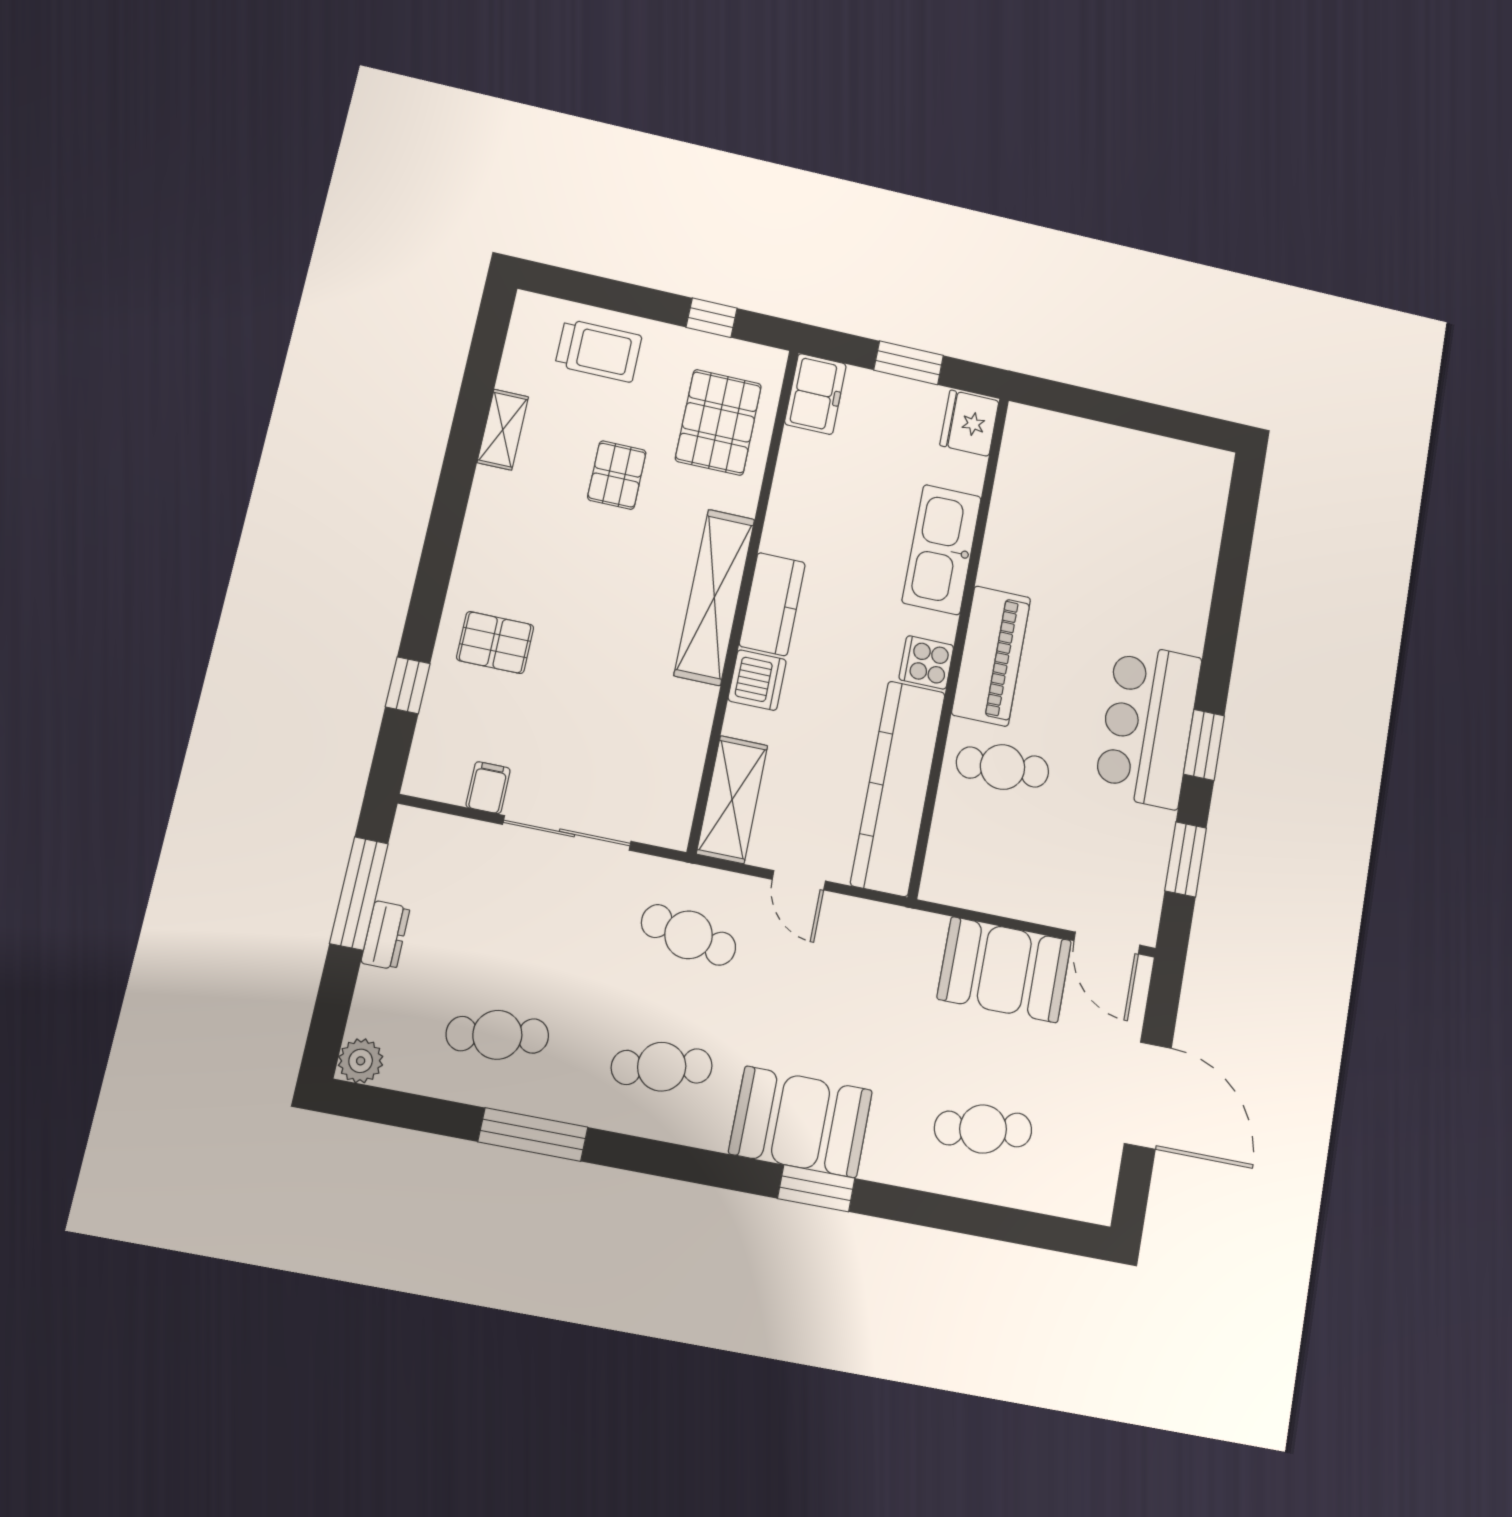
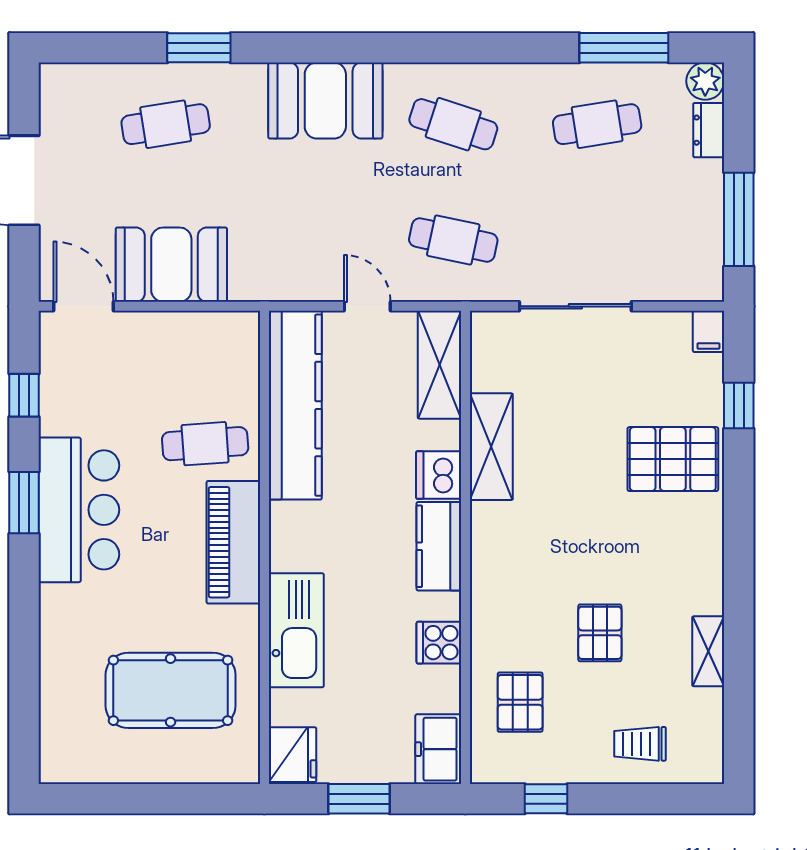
trolley: (599, 351) -> (640, 744), width x0.73, depth x0.72
pallet: (718, 422) -> (520, 702), width x0.67, depth x0.71
pool table: (1084, 517) -> (171, 690), added
shelving: (714, 597) -> (491, 447), moved, width x0.68
pallet: (495, 642) -> (673, 459), width x1.50, depth x1.42
cooker: (926, 662) -> (439, 643), moved, turned 180
filing cabinet: (488, 788) -> (708, 331), moved
window: (1186, 859) -> (24, 395), width x0.67
dresser: (385, 935) -> (709, 130), moved
cafe table: (662, 1067) -> (453, 124), turned 30
window: (533, 1135) -> (624, 48), moved
window: (816, 1188) -> (199, 48), moved

